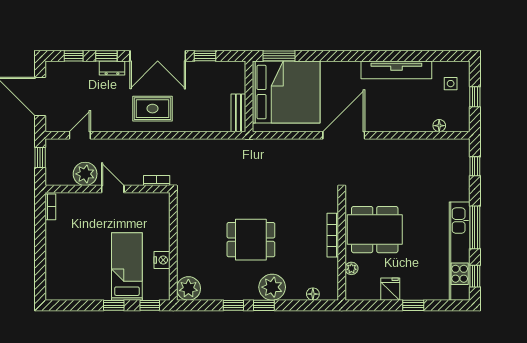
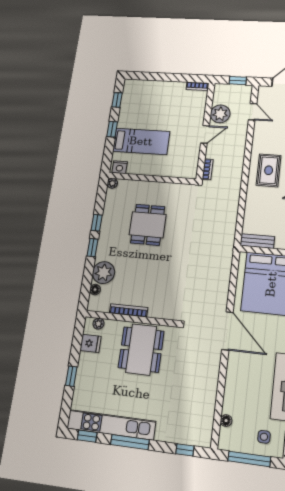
window: (475, 97) -> (249, 459), width x2.17
bookcase: (333, 235) -> (129, 310), moved
dining table: (251, 240) -> (148, 225), moved
nightstand: (162, 260) -> (120, 167), moved
plant: (351, 268) -> (98, 324), moved
plant: (272, 287) -> (104, 273), moved
plant: (188, 288) -> (112, 183), width x0.53, depth x0.53
fridge: (390, 289) -> (90, 343), moved
window: (150, 305) -> (117, 100), moved

